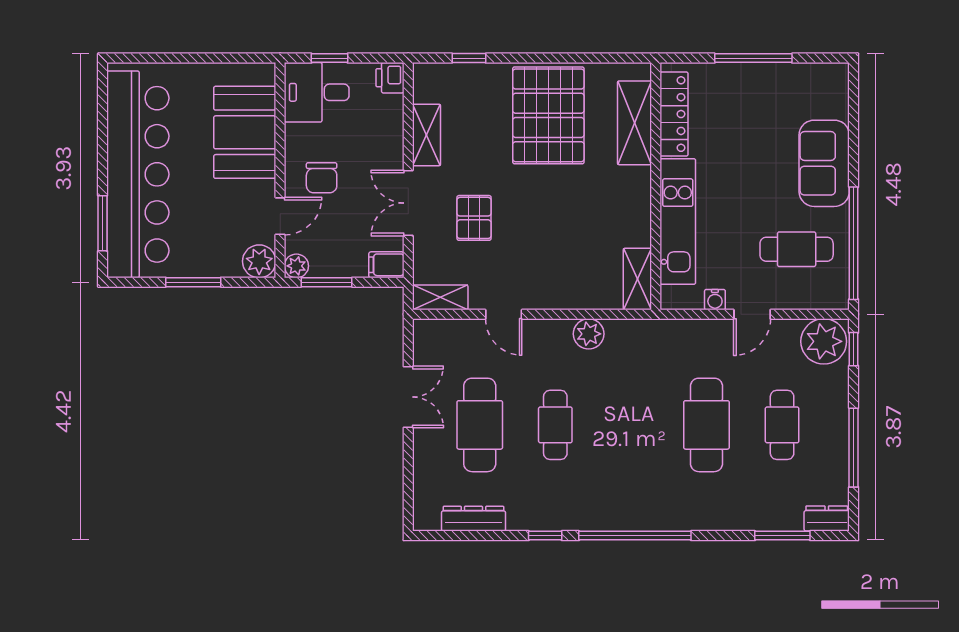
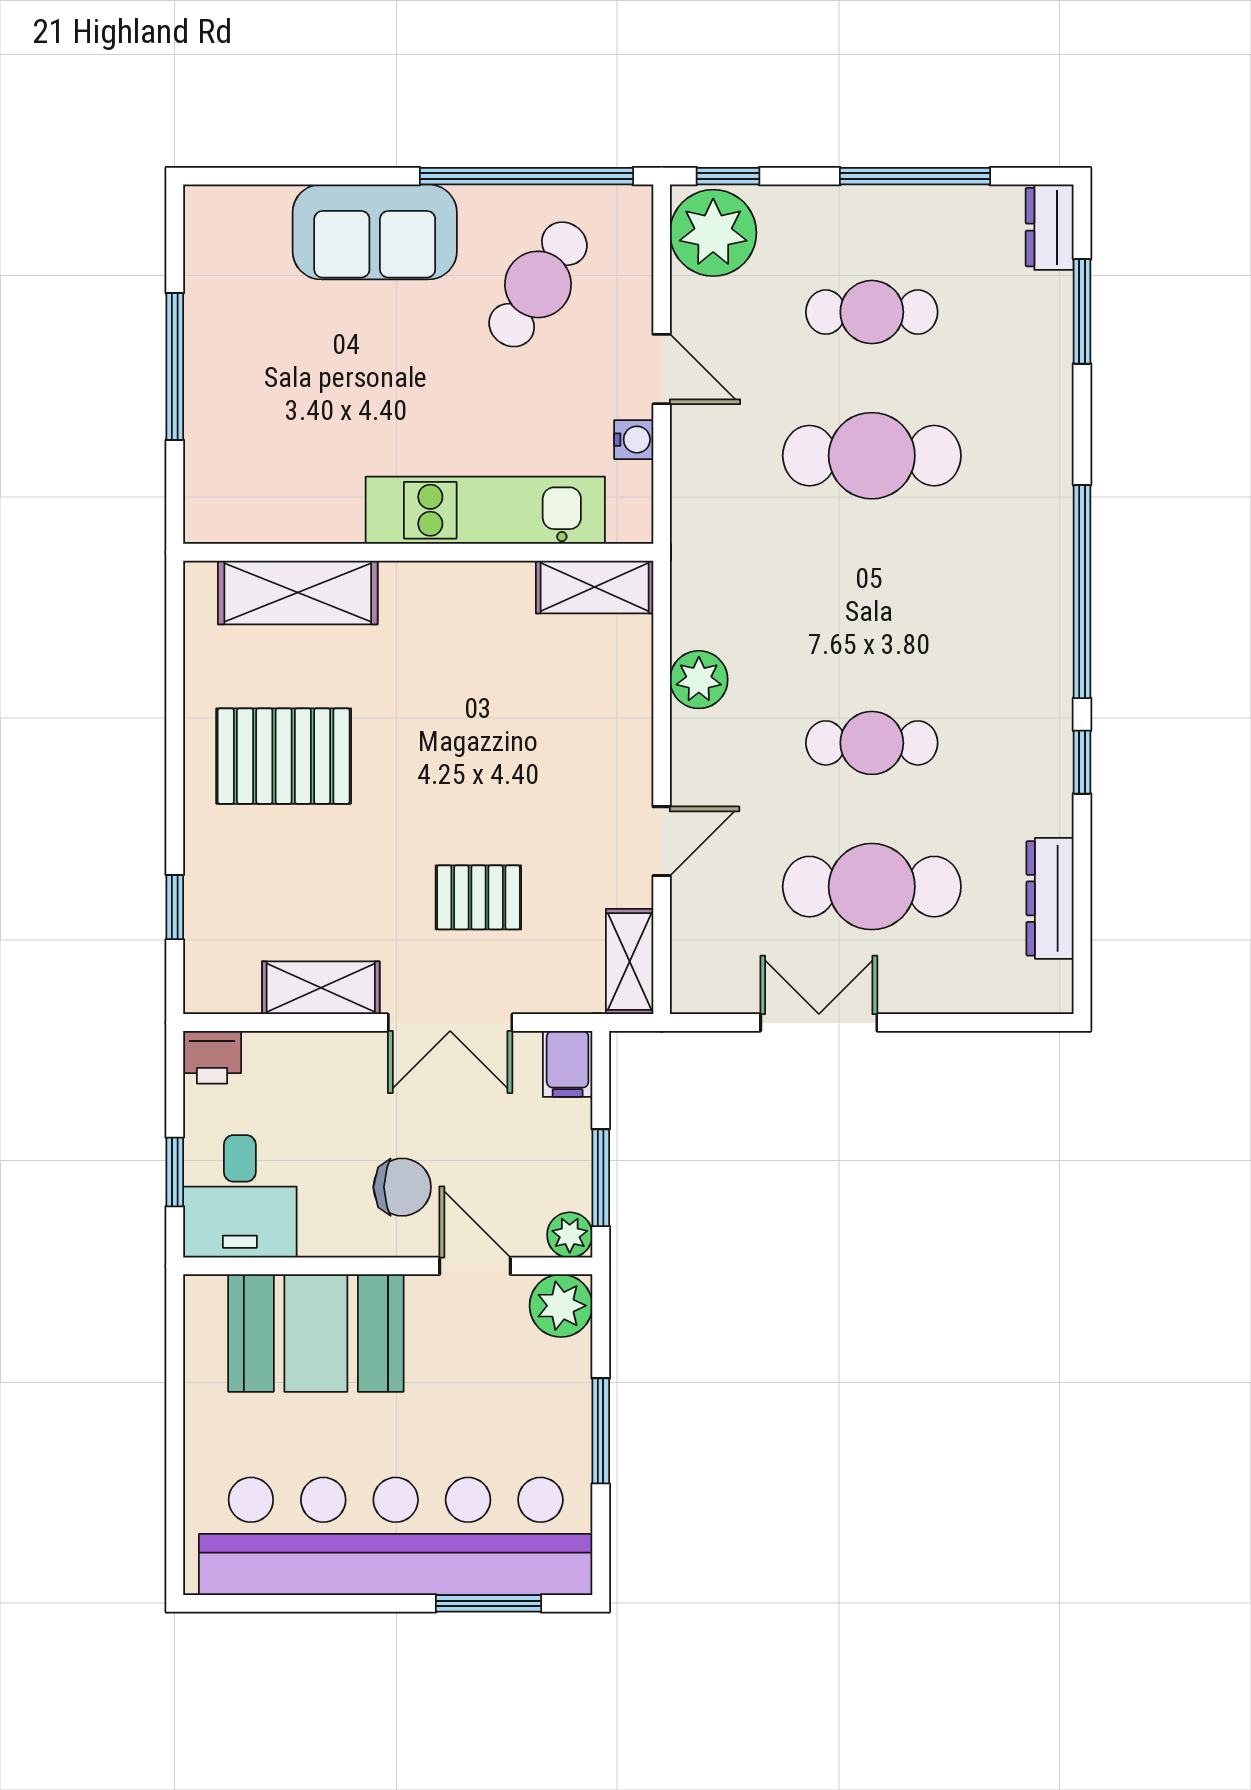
locker: (674, 114) -> (281, 517), removed
pallet: (548, 115) -> (284, 756), width x0.73, depth x0.71
cafe table: (797, 249) -> (538, 284), turned 33

